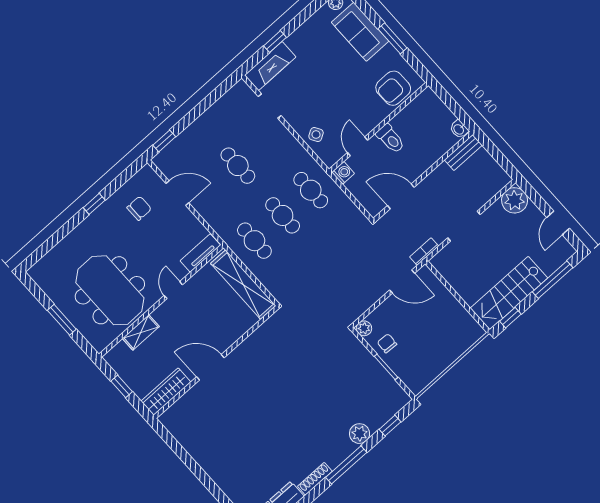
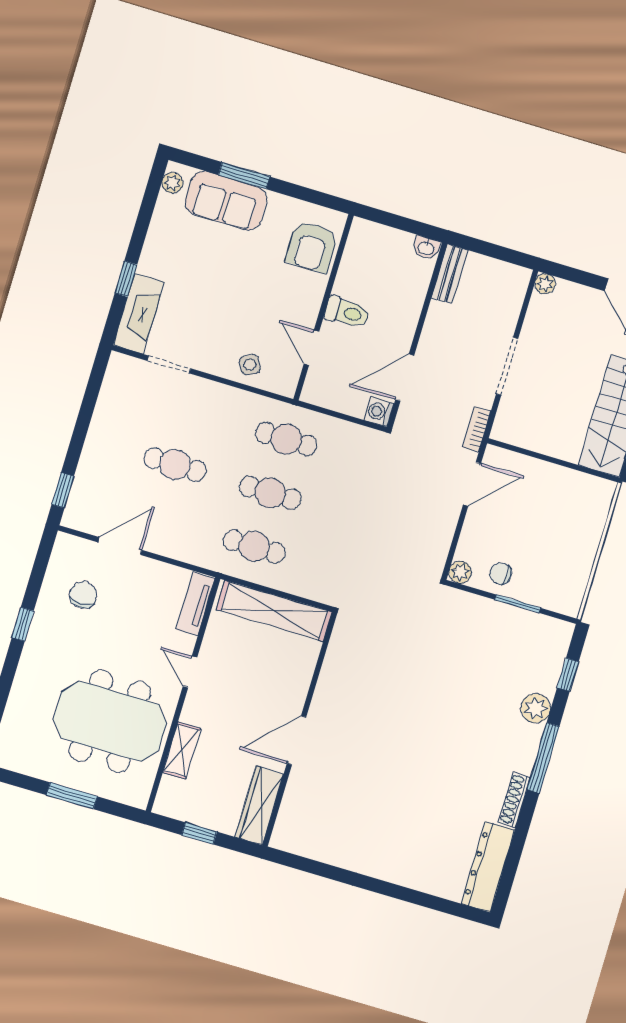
window: (392, 38) -> (244, 176), moved
washing machine: (343, 173) -> (379, 412), moved, turned -90
plant: (515, 200) -> (545, 284), width x0.53, depth x0.53

